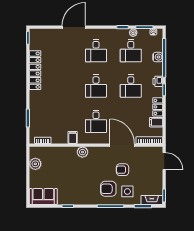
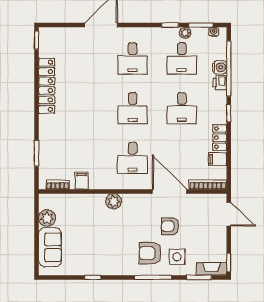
printer: (158, 81) -> (220, 83), moved
filing cabinet: (73, 137) -> (82, 181), moved
sofa: (43, 196) -> (50, 247), moved, turned 90

